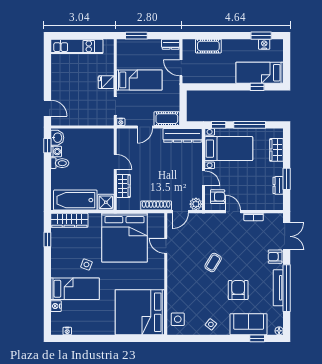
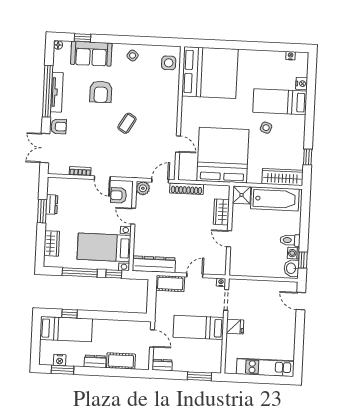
dresser: (232, 45) -> (95, 361), added

